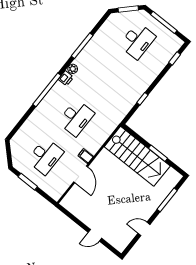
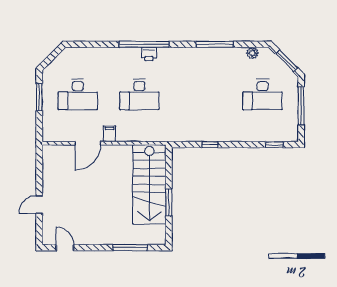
plant: (73, 69) -> (252, 53), moved
printer: (66, 78) -> (149, 54), moved
door: (144, 229) -> (65, 248), moved
door: (95, 235) -> (39, 205), hinge flipped

